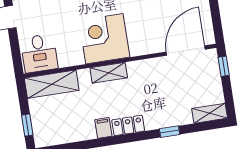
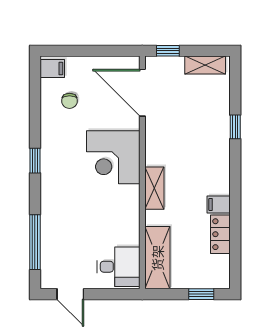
corner desk: (104, 39) -> (113, 157), moved
shelving: (210, 113) -> (205, 65), moved, turned 90
locker: (128, 125) -> (220, 234), moved

